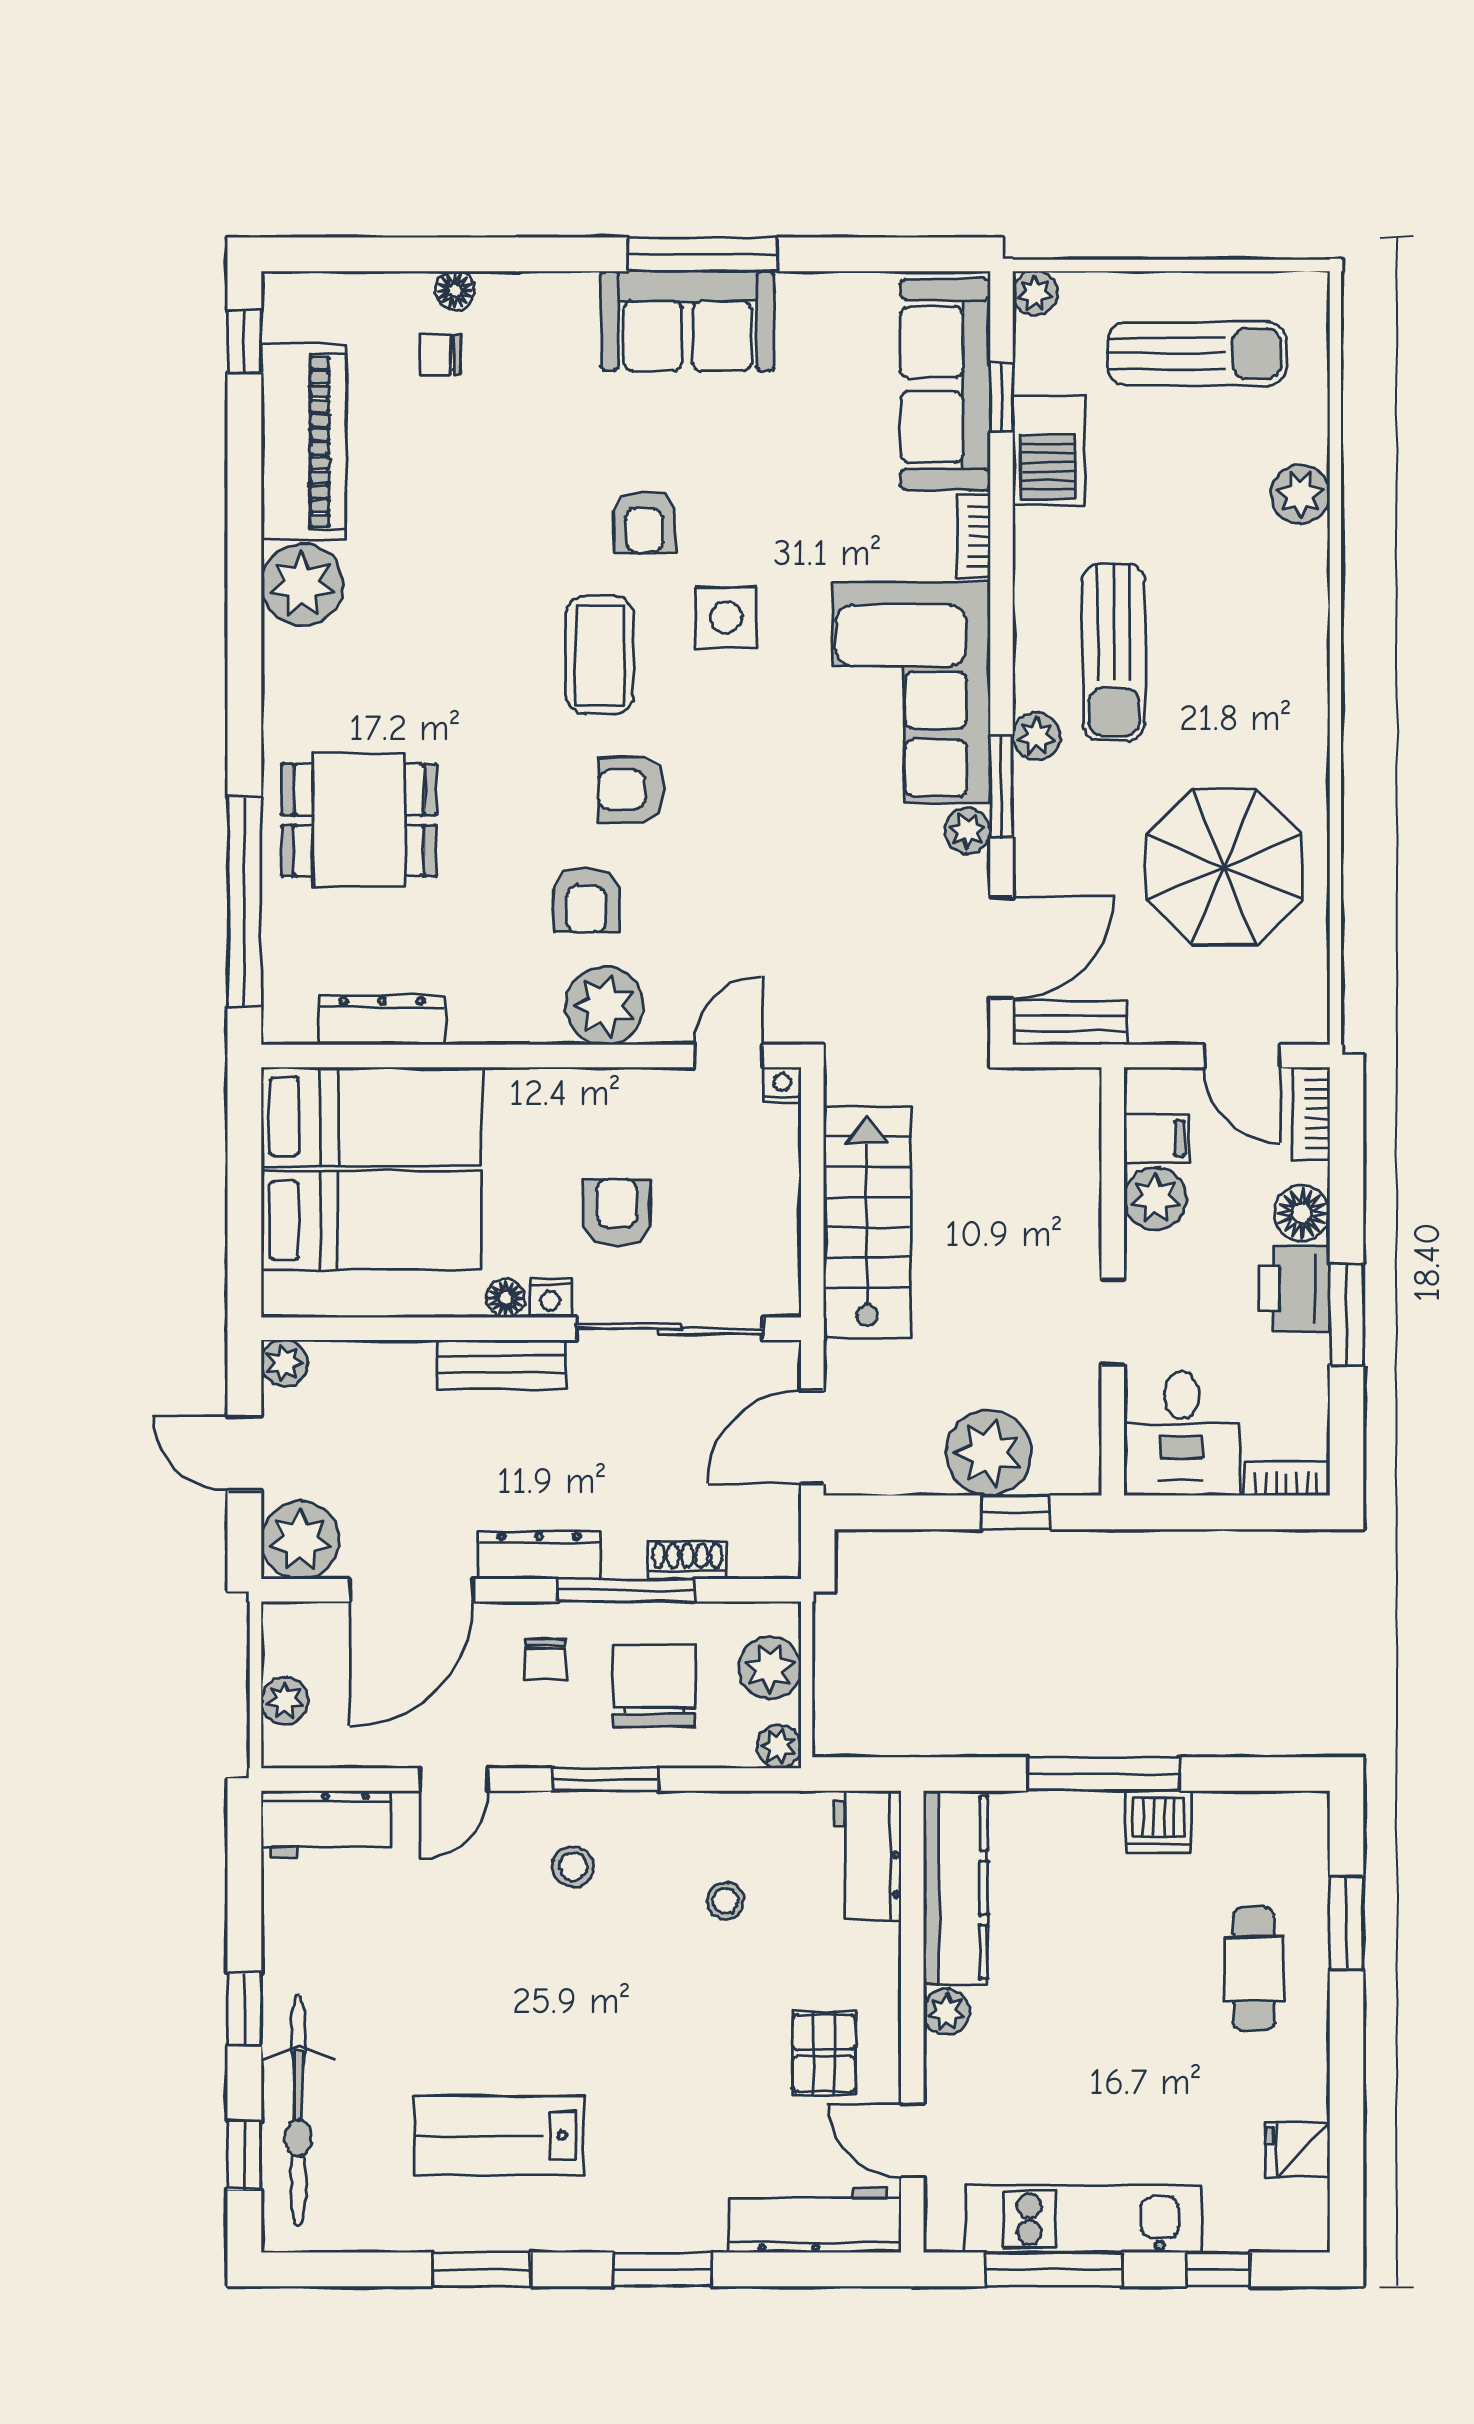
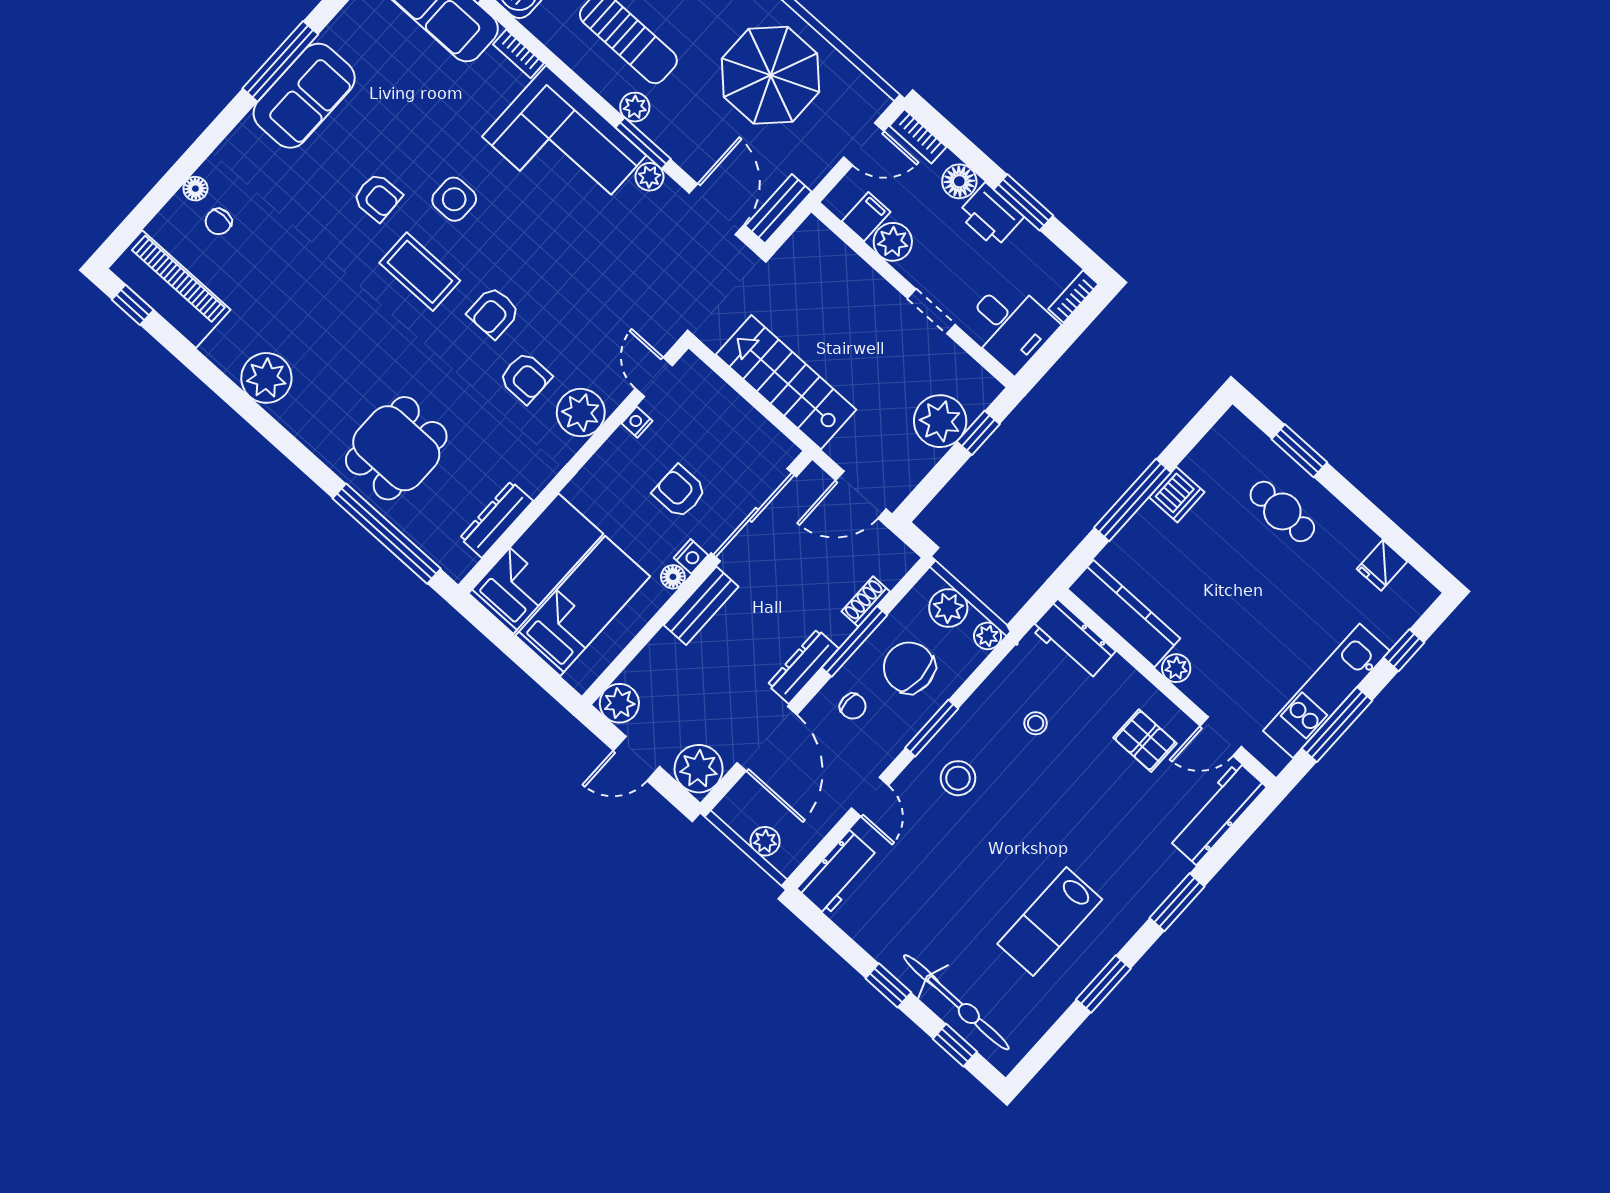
piano: (303, 442) -> (169, 289), moved
nightstand: (782, 1085) -> (637, 422), moved
plant: (284, 1363) -> (619, 703), width x1.38, depth x1.38
door: (812, 1437) -> (861, 495), hinge flipped
stool: (573, 1866) -> (958, 778), width x1.37, depth x1.37

